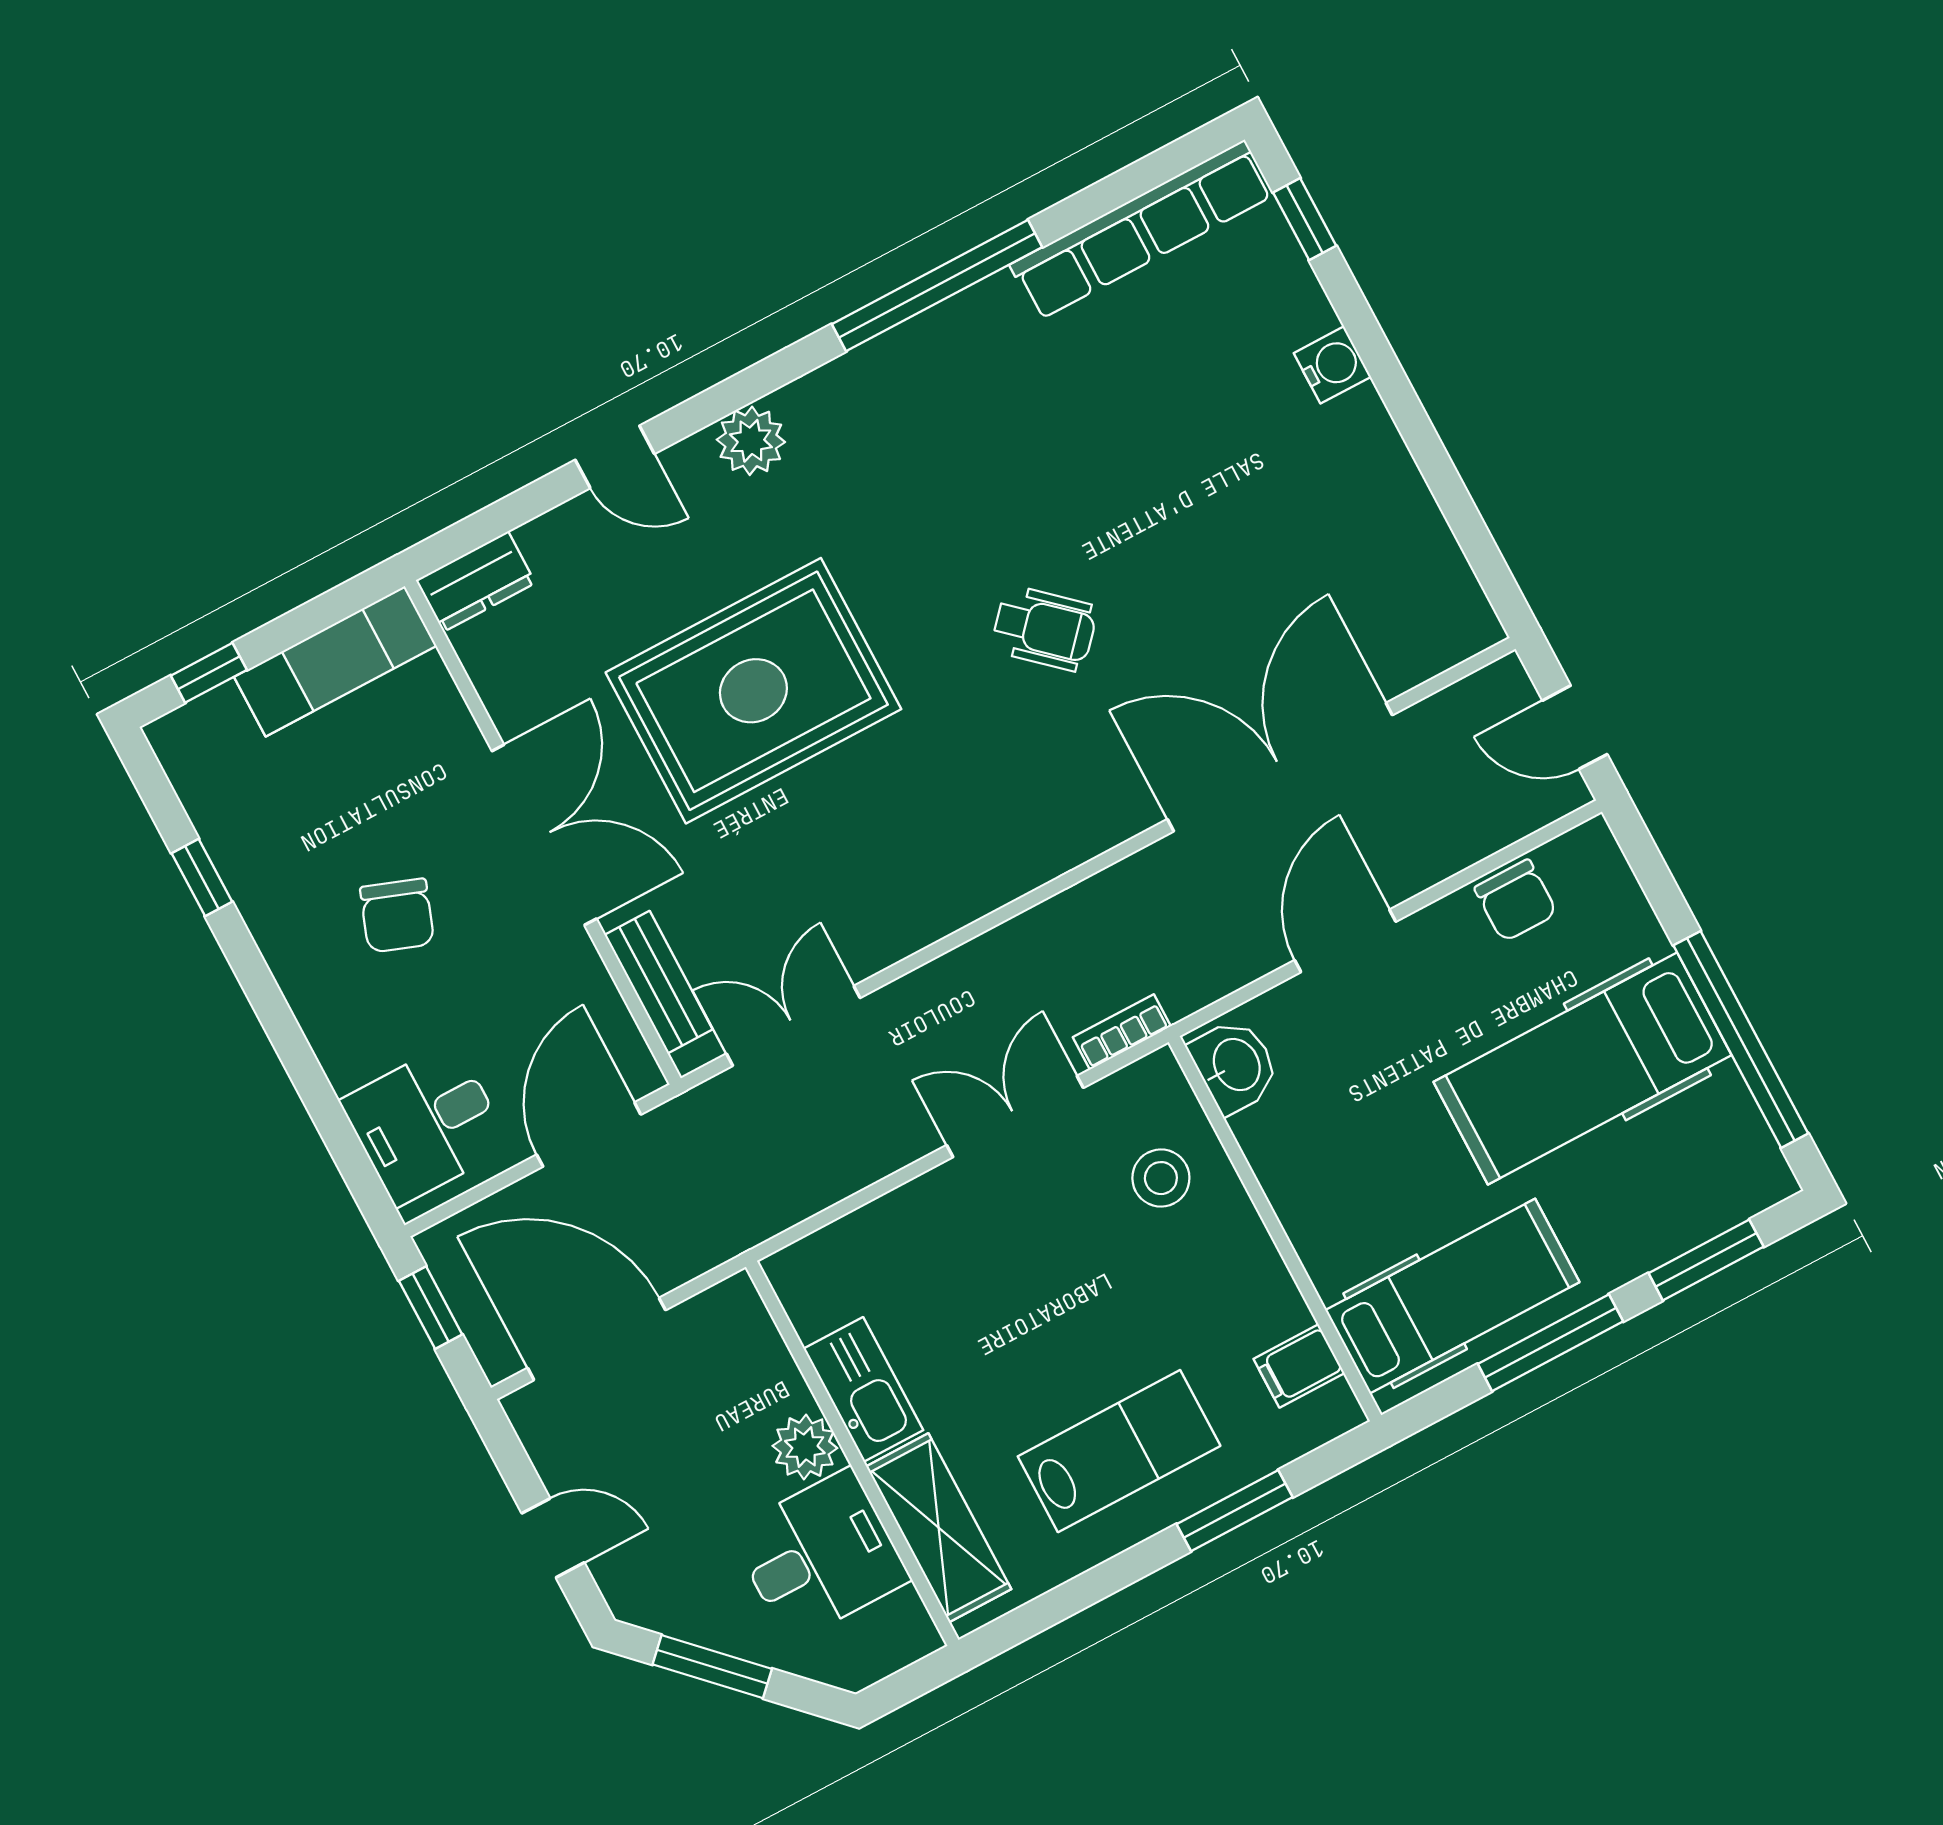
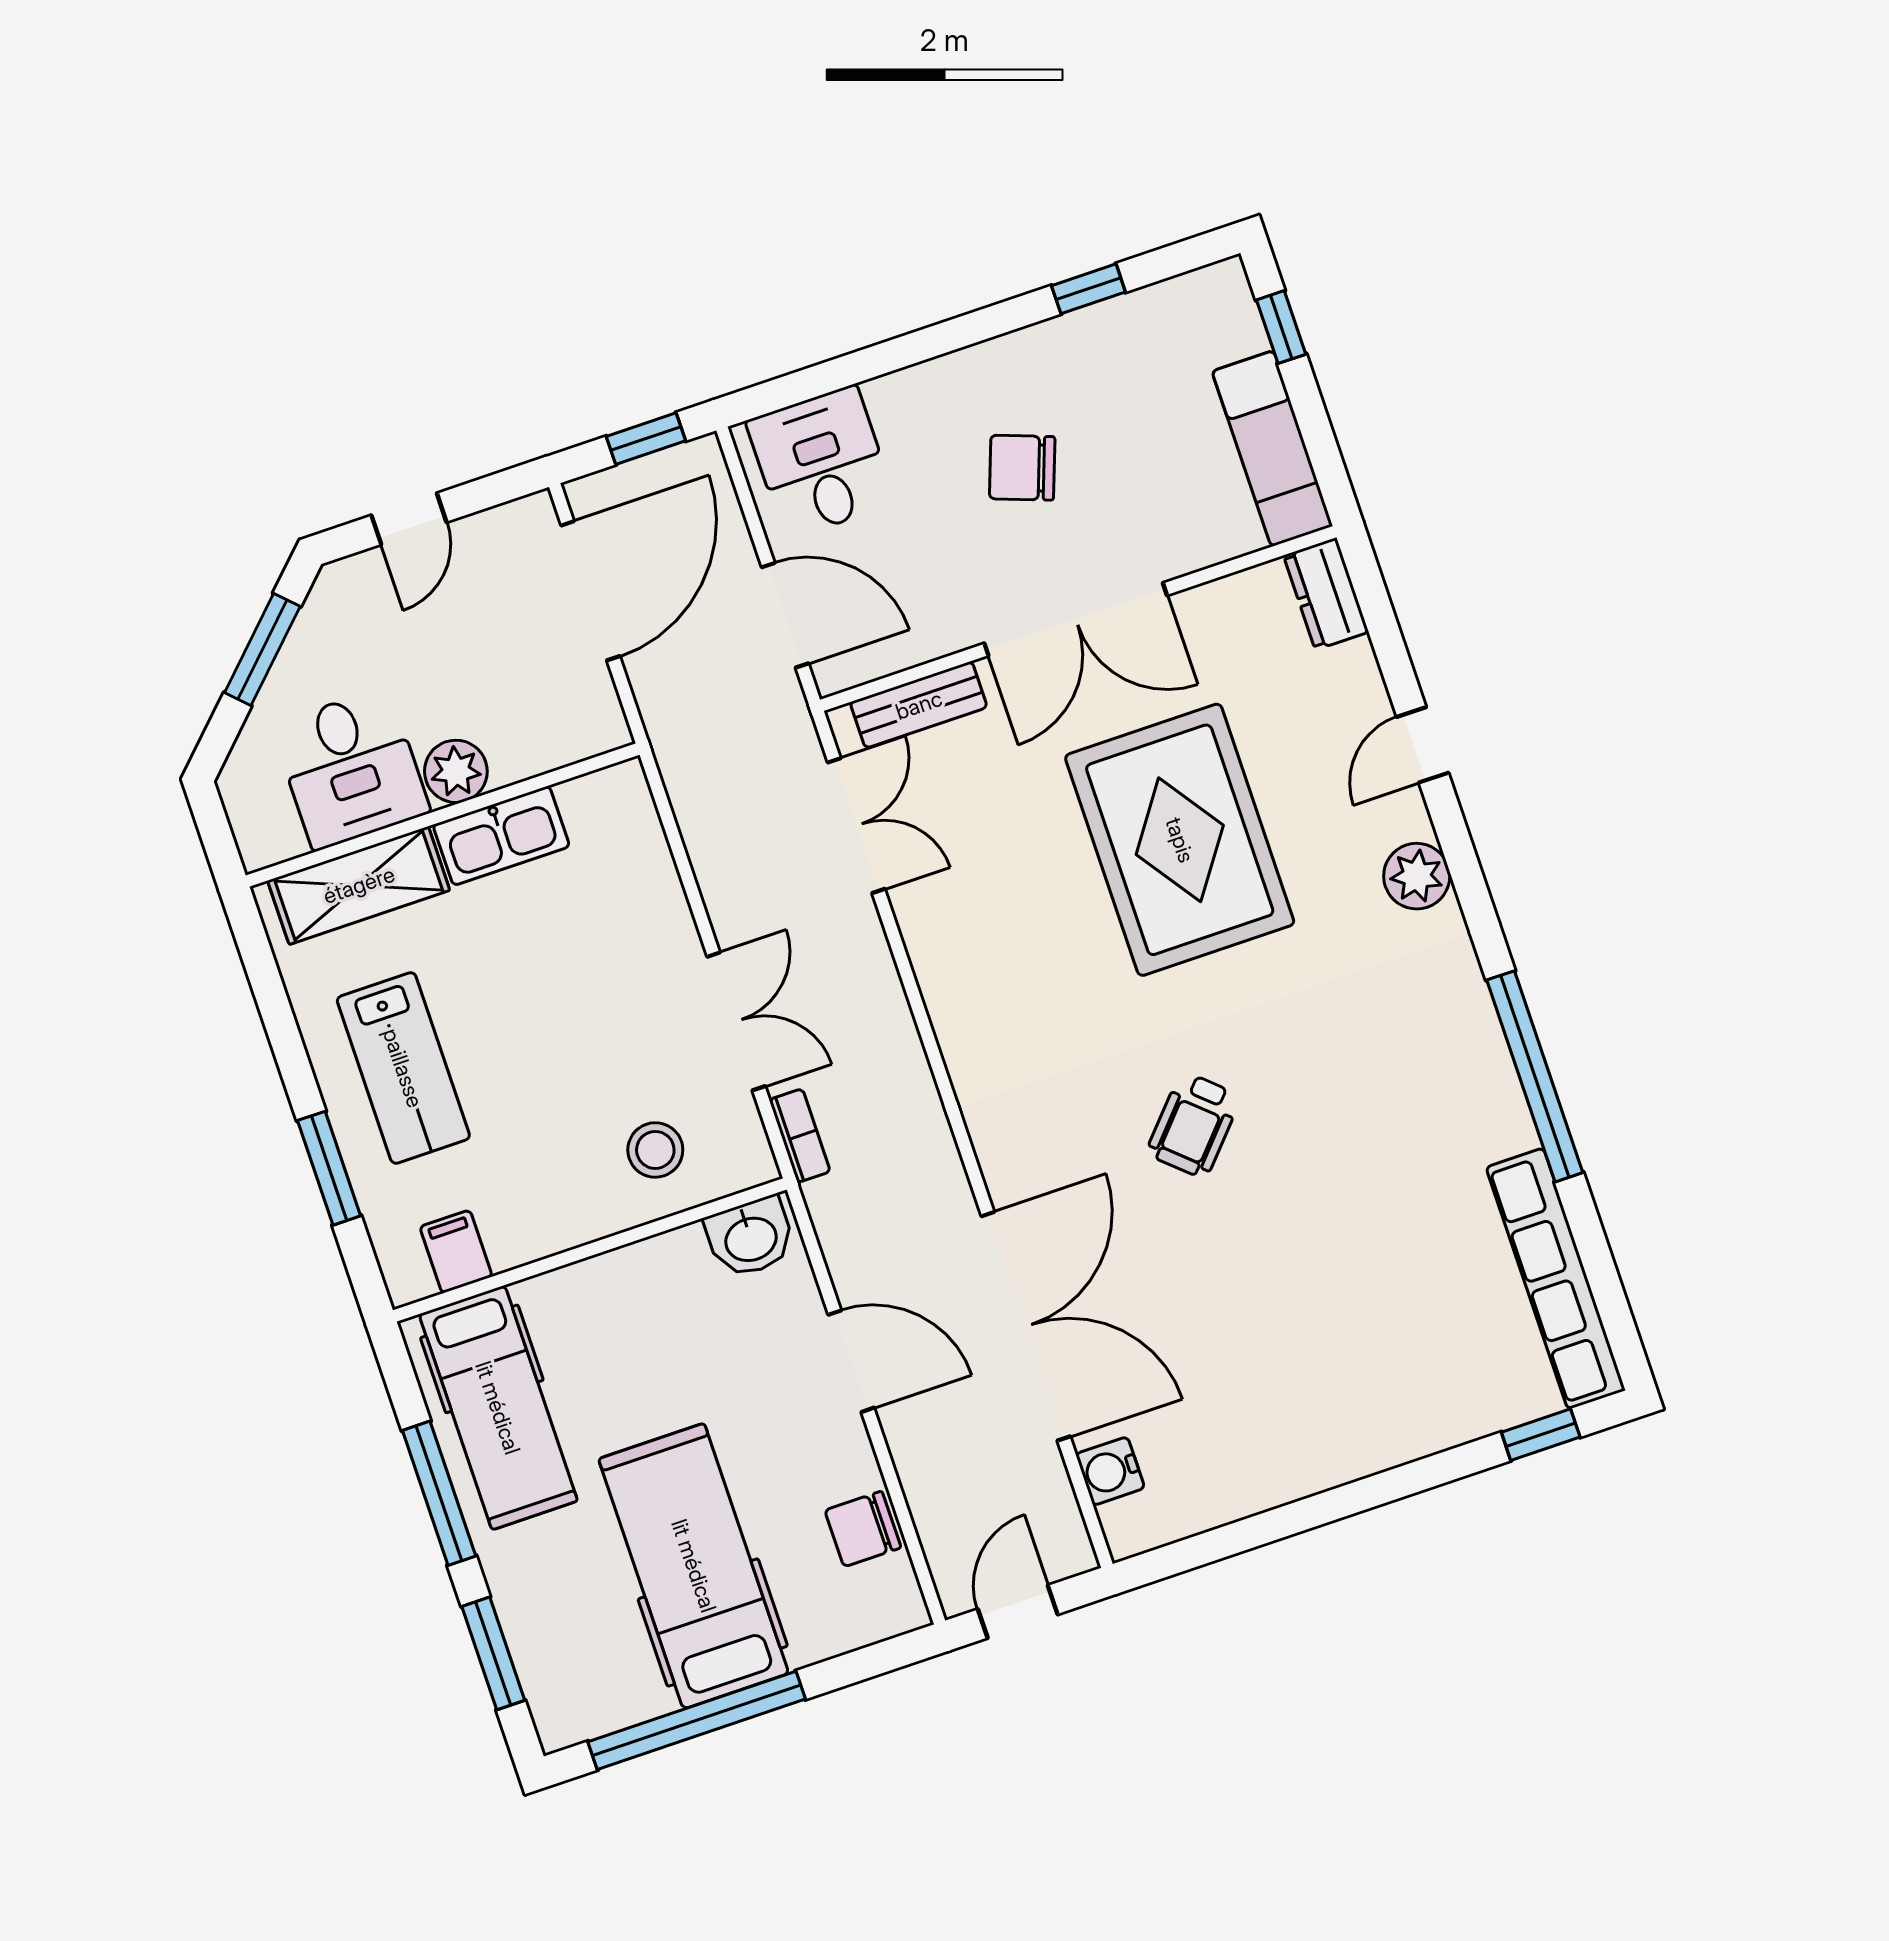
water cooler: (1332, 365) -> (1110, 1471), moved, turned 90

